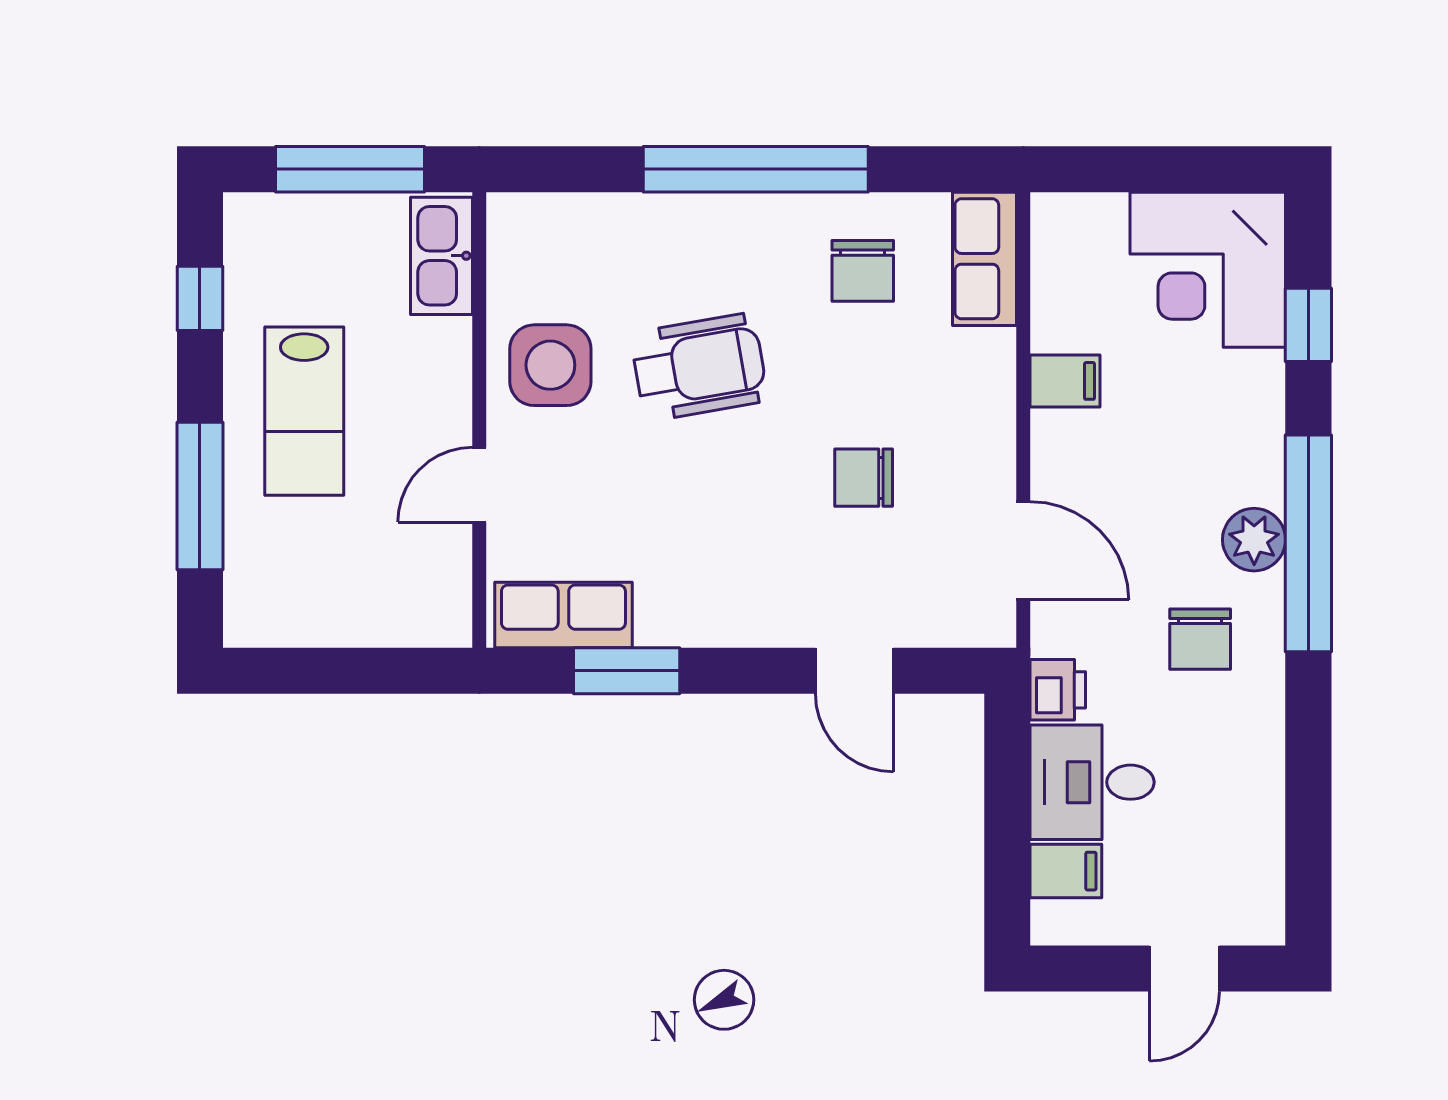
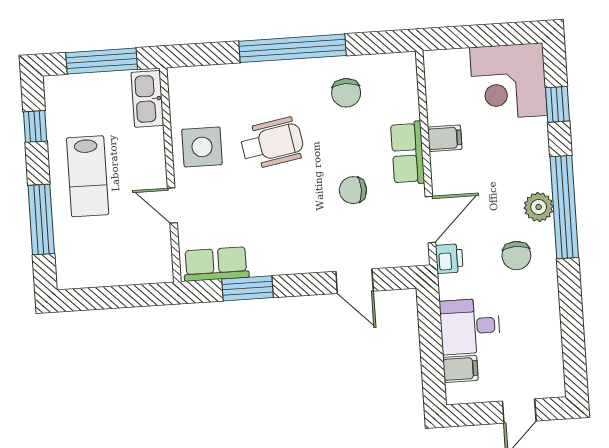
row of seats: (984, 259) -> (408, 153), moved
door: (479, 485) -> (172, 205), hinge flipped
door: (1023, 551) -> (430, 219), hinge flipped
printer: (1058, 690) -> (449, 259), moved

